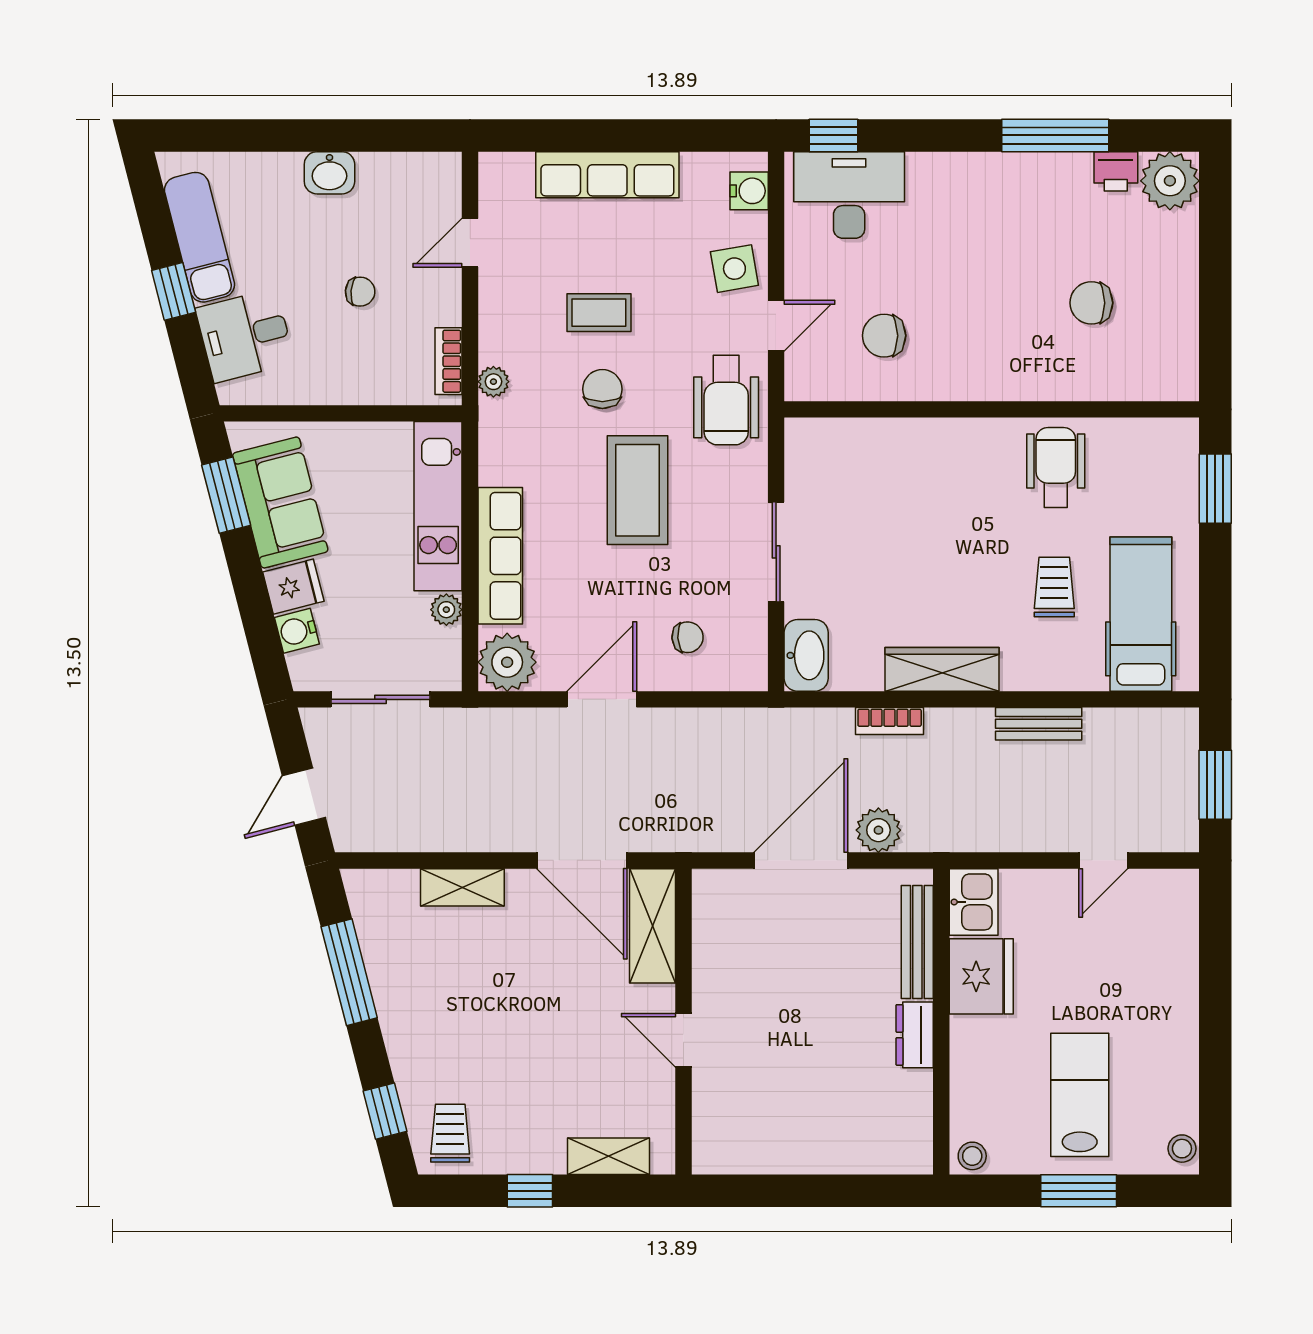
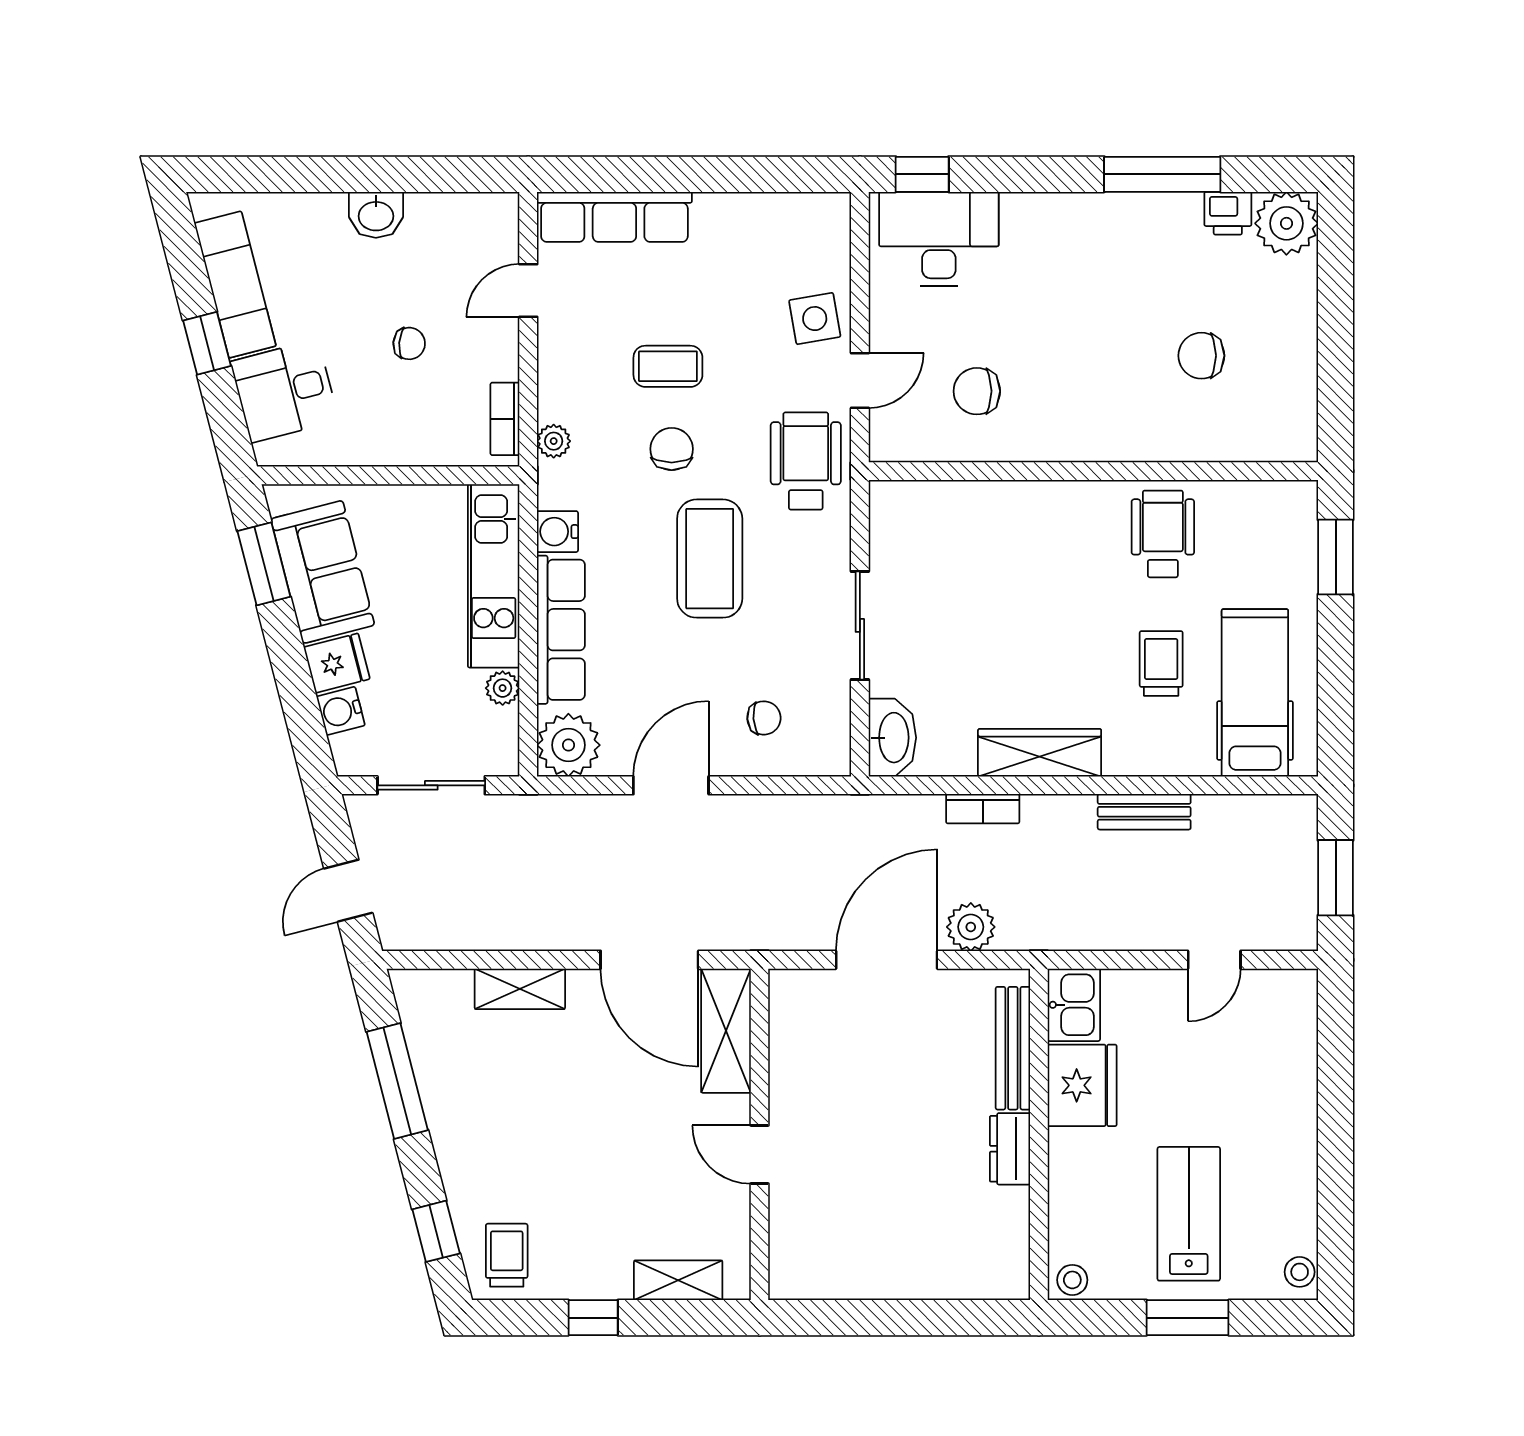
row of seats: (607, 175) -> (614, 217), moved
water cooler: (749, 191) -> (557, 532), moved, turned 180
wheelchair: (726, 400) -> (806, 461), turned 180

